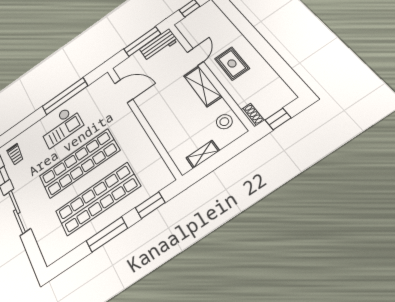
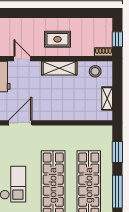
door: (195, 57) -> (22, 59), moved

